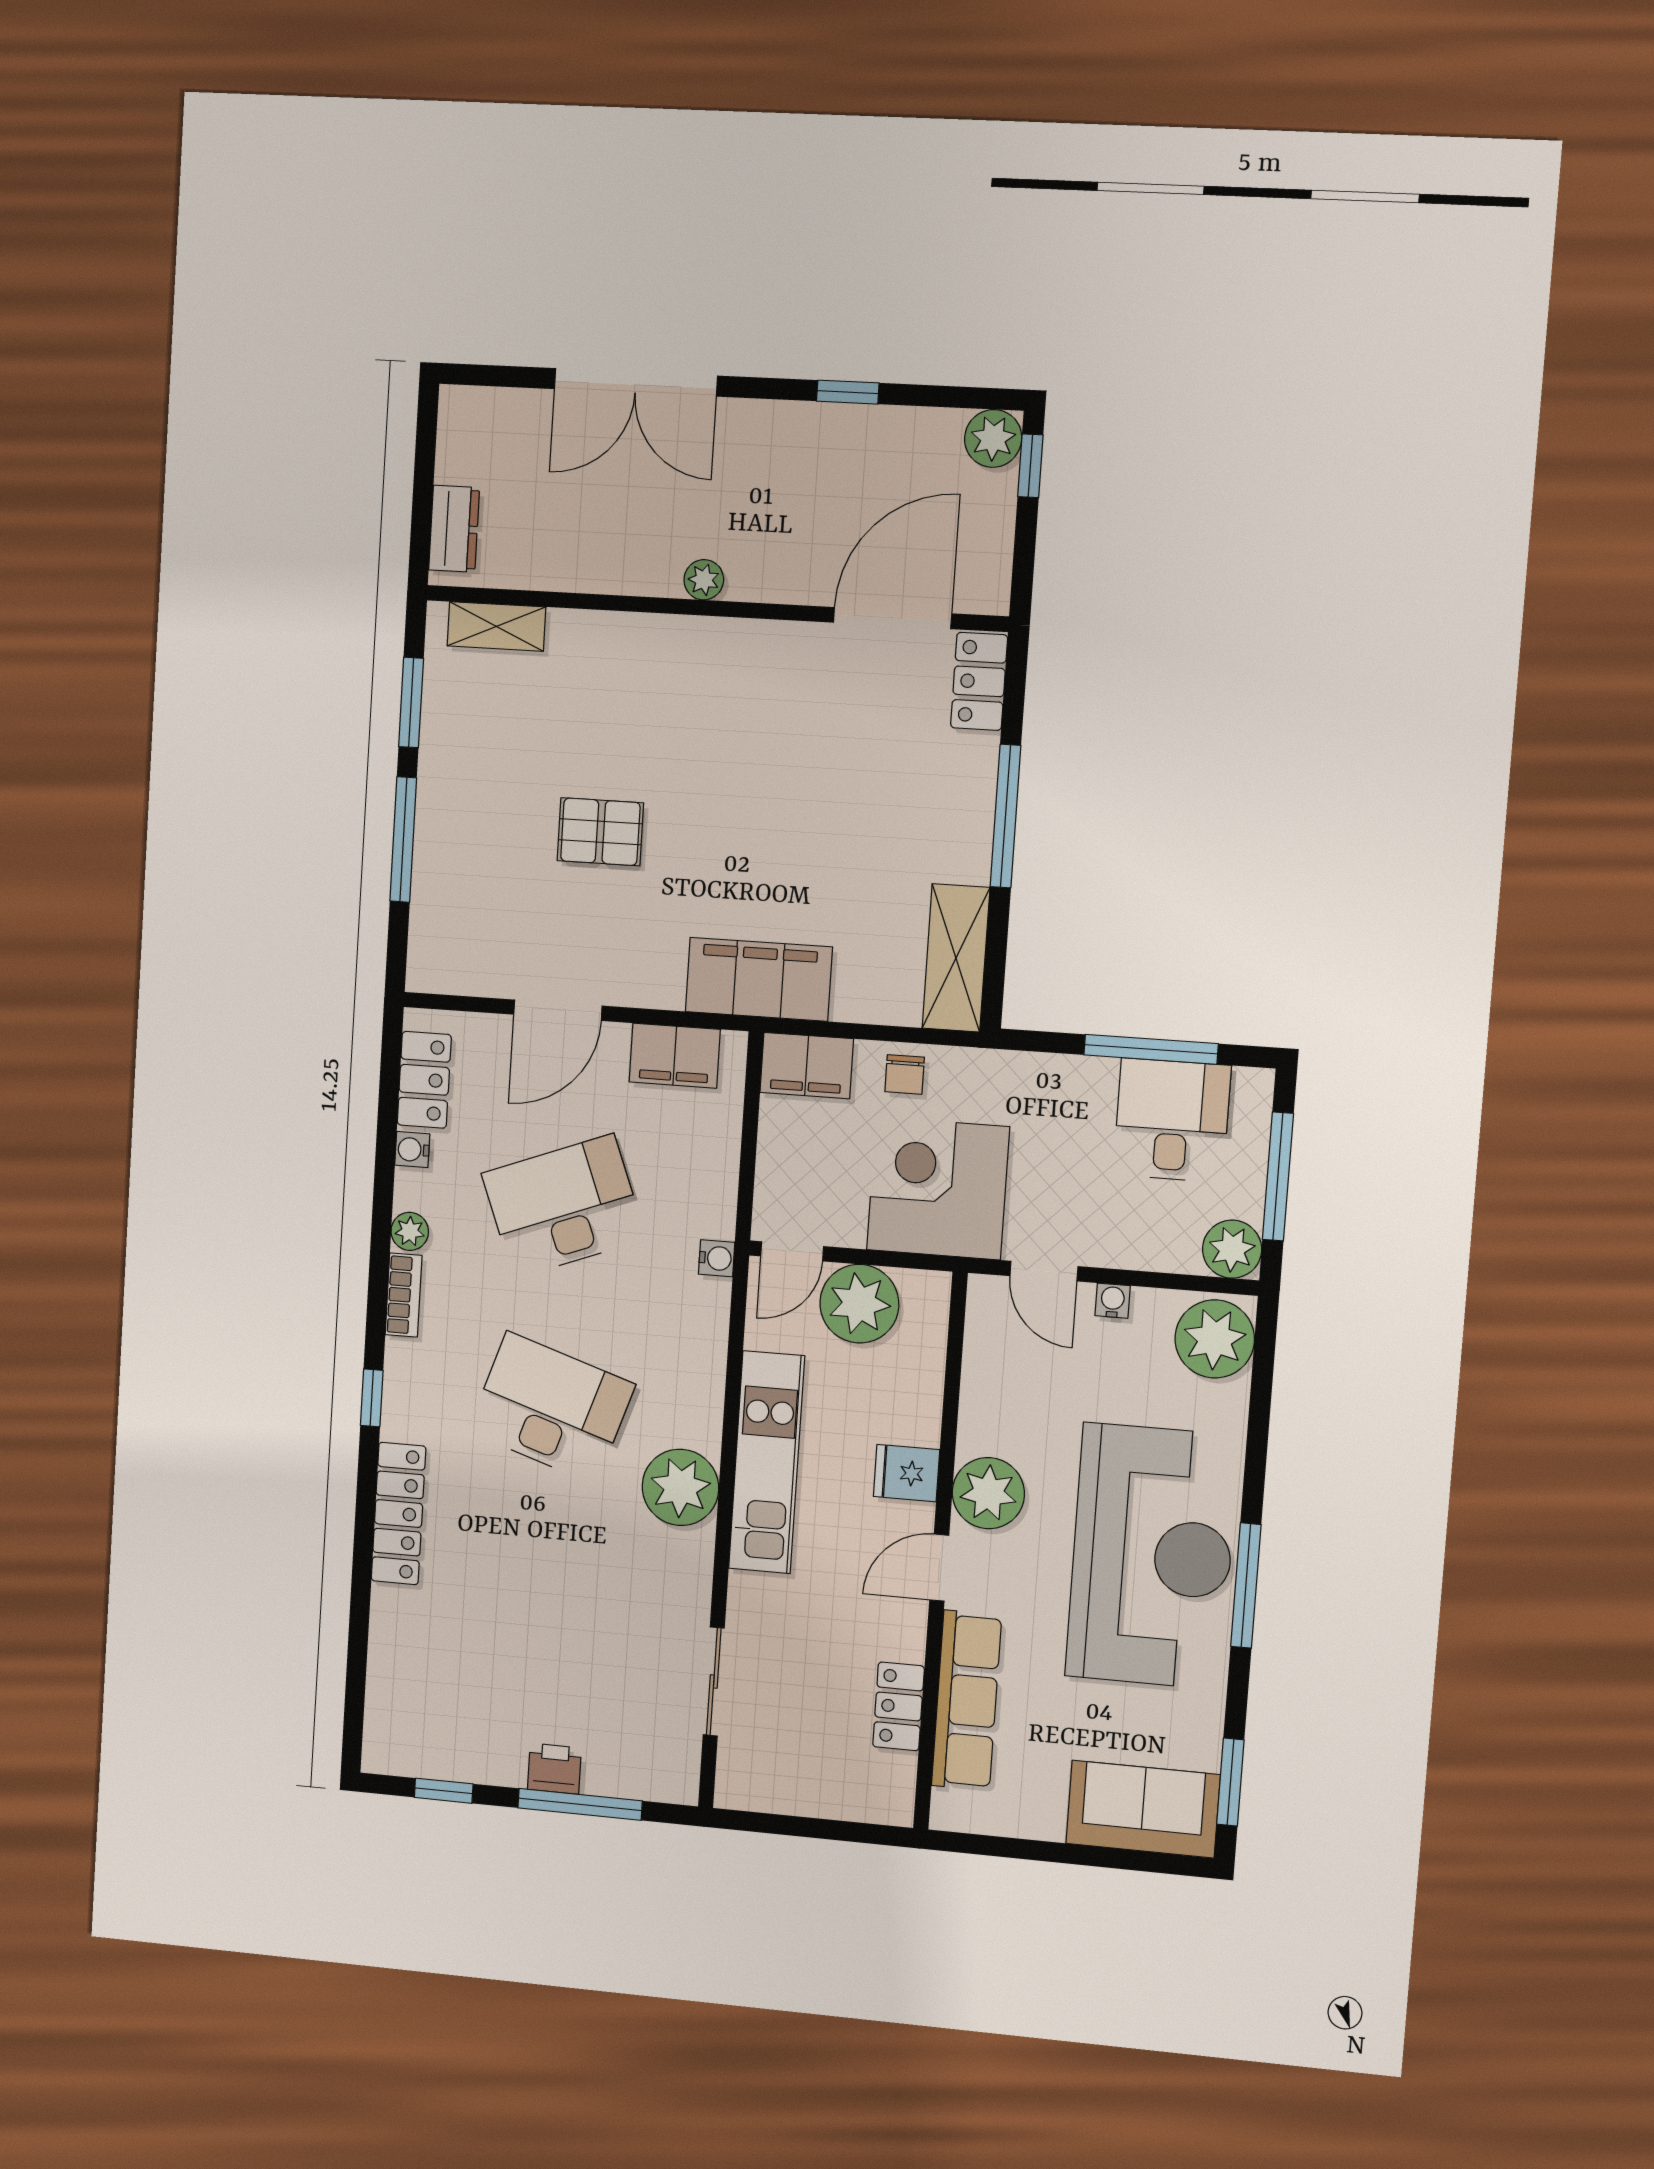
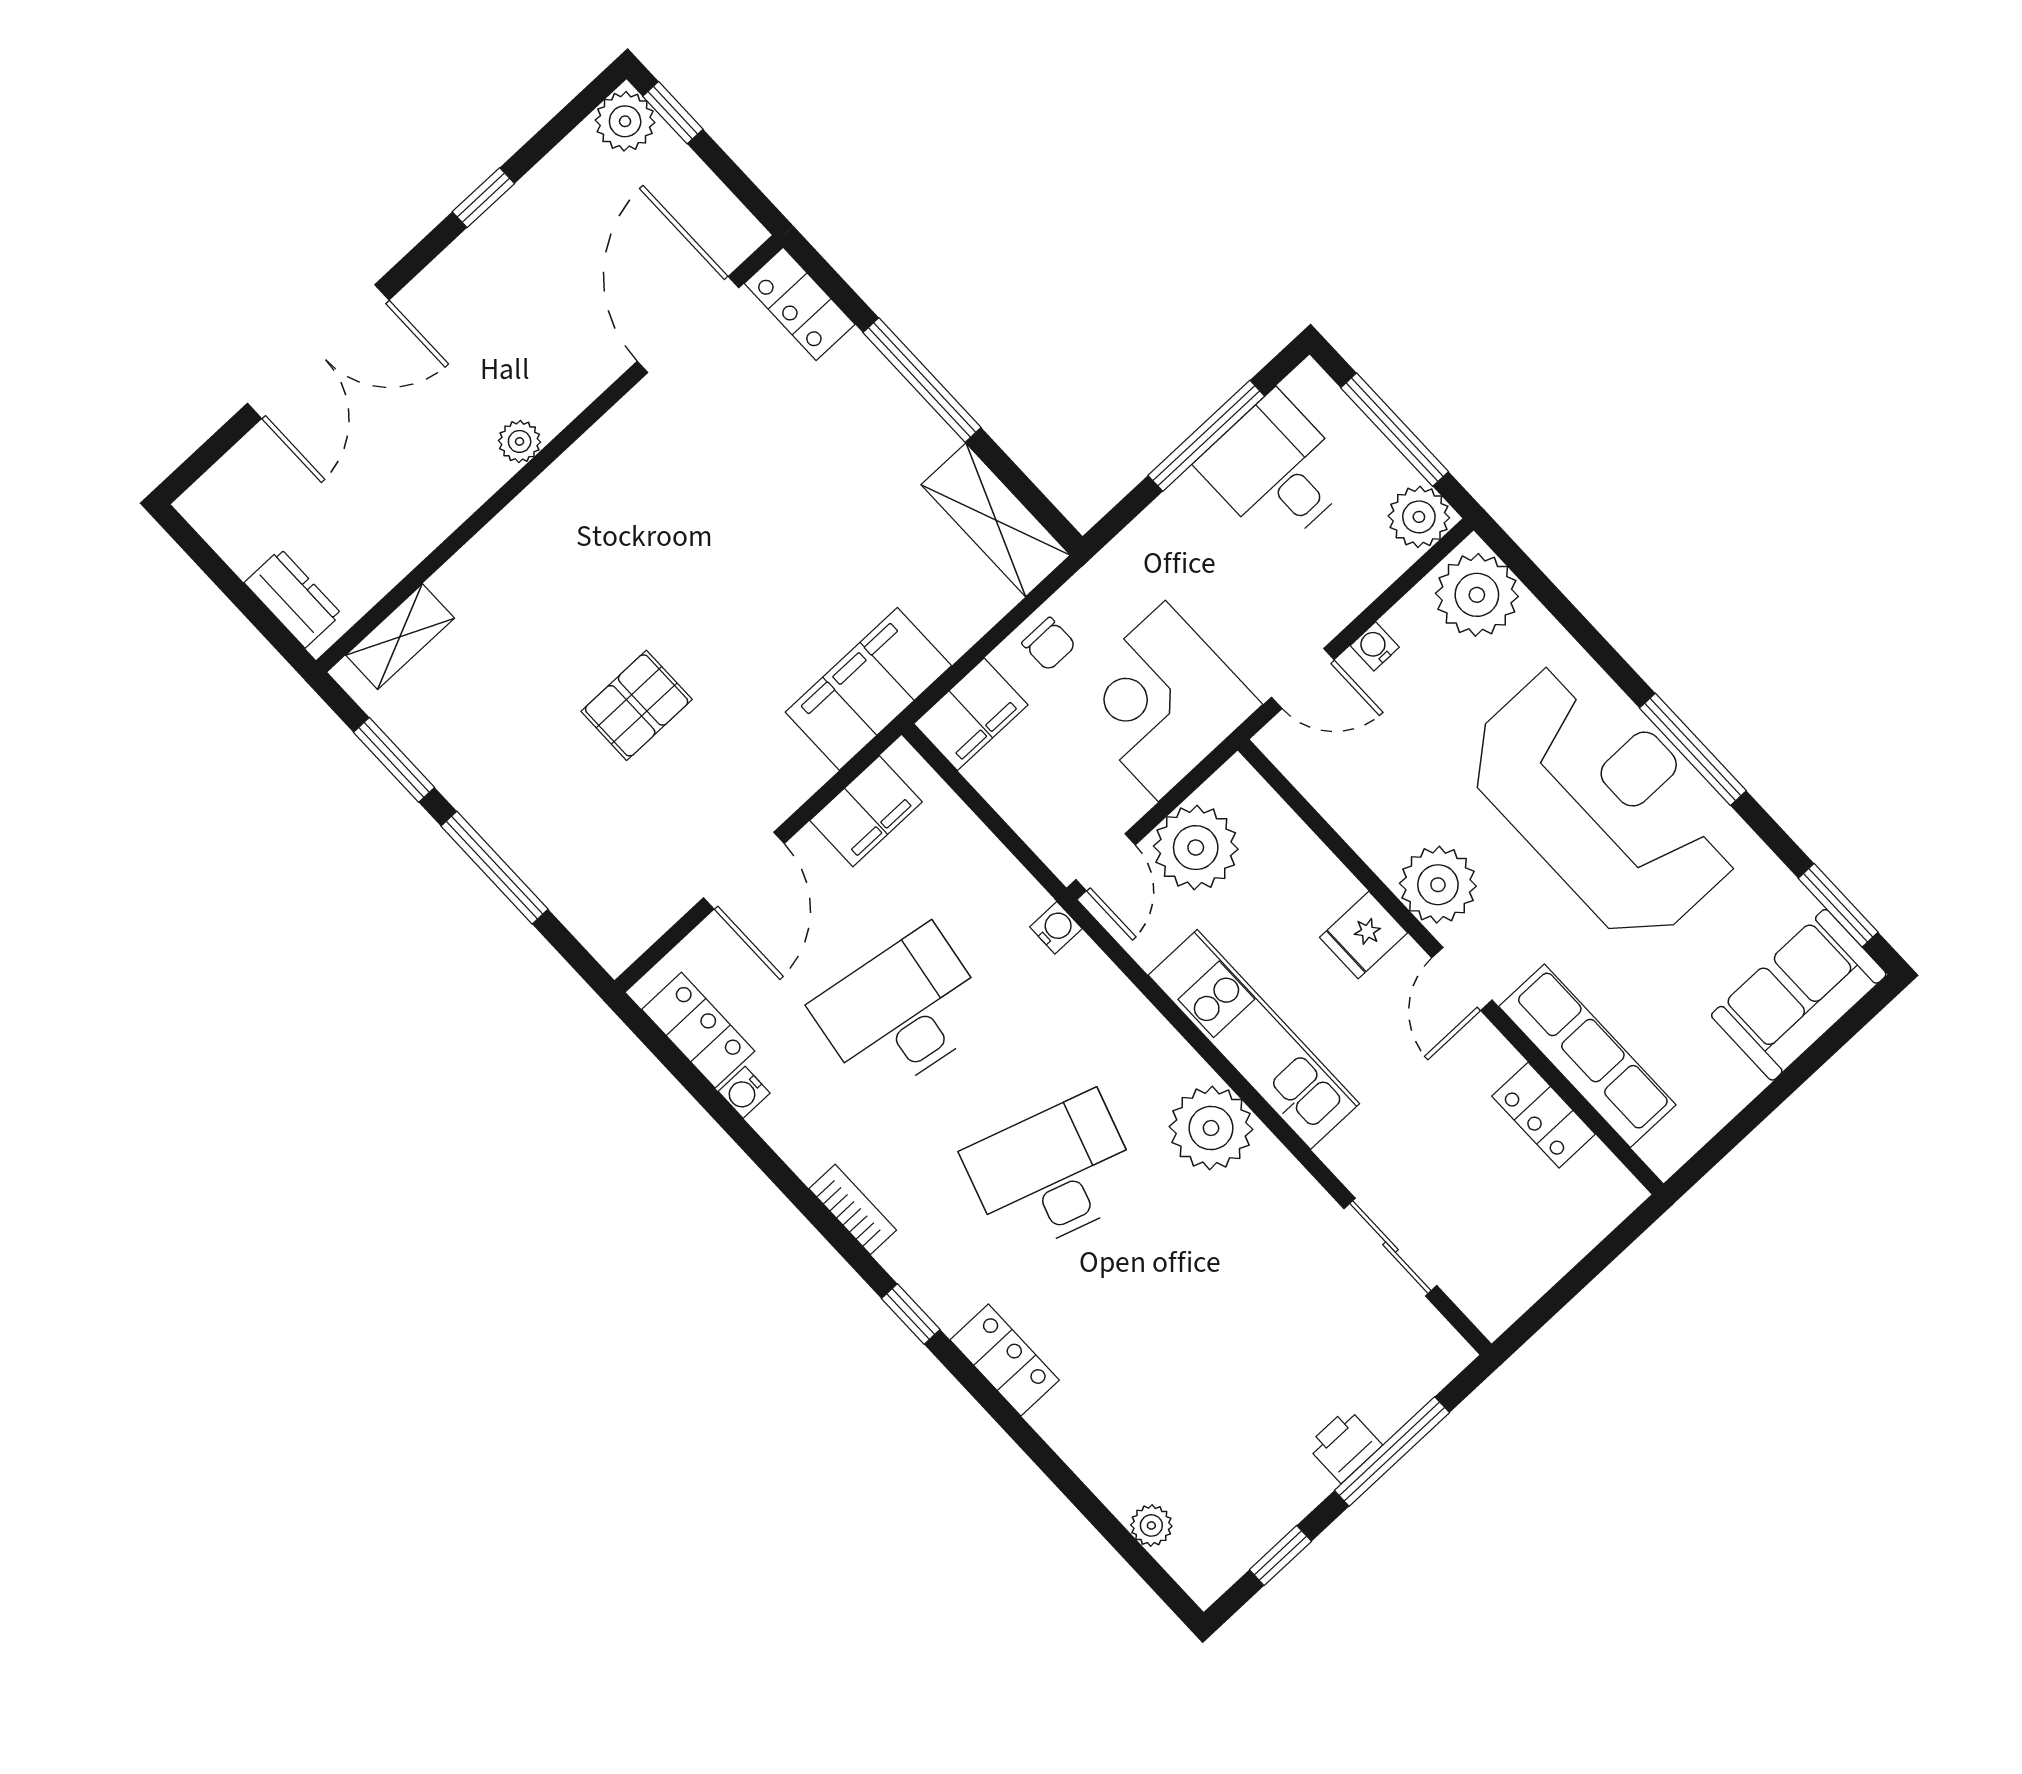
desk: (564, 1206) -> (902, 1012), turned 30
plant: (410, 1231) -> (1151, 1525), moved
locker: (399, 1514) -> (1005, 1360), width x0.66

